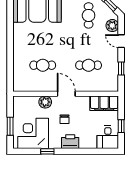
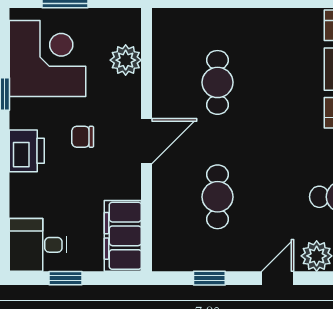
plant: (45, 102) -> (126, 60), moved

